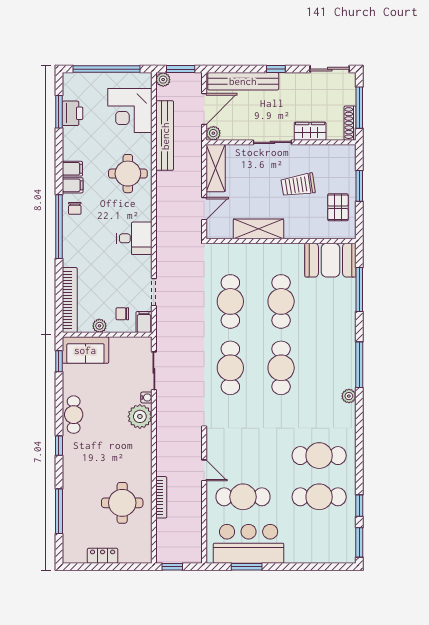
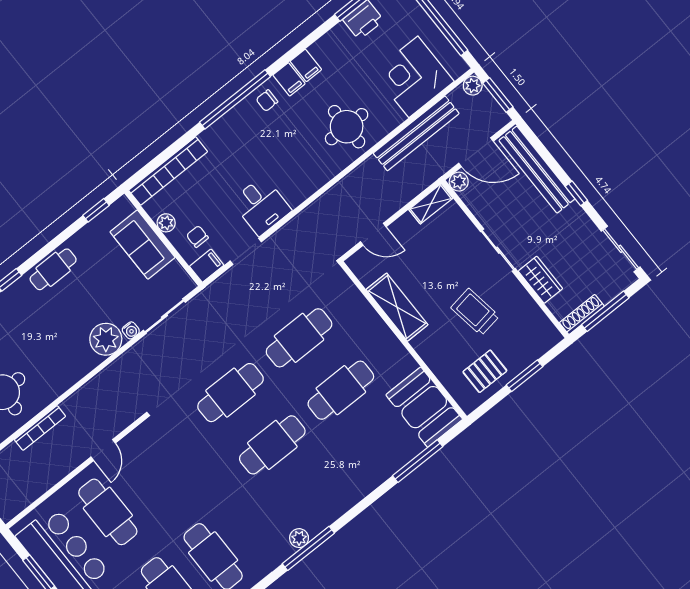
shelving: (216, 168) -> (431, 204), width x0.67, depth x0.75
desk: (134, 238) -> (261, 206), moved
sofa: (85, 350) -> (143, 245), moved
window: (359, 365) -> (308, 548), moved

